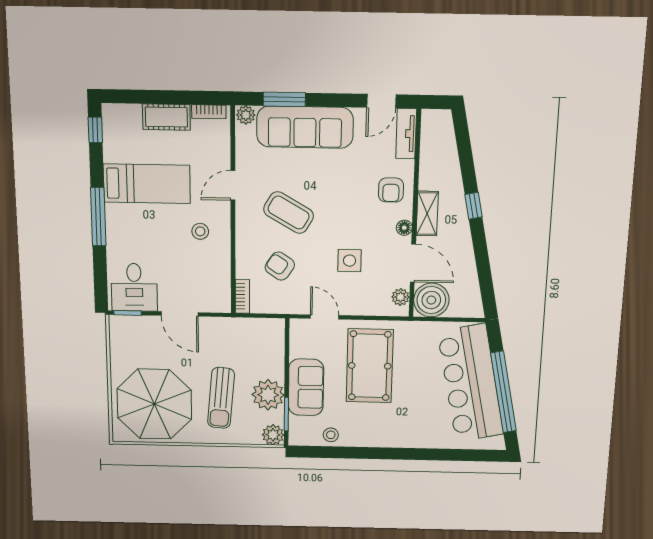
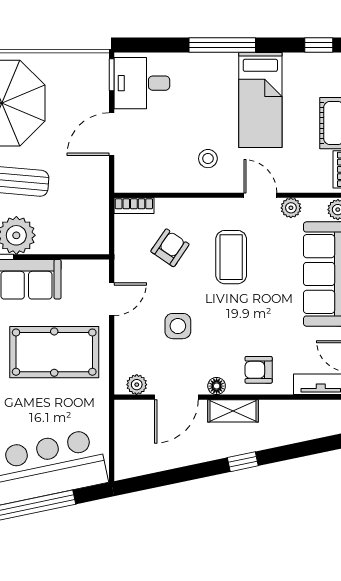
plant: (244, 158) -> (291, 208), added
coffee table: (289, 213) -> (231, 257), turned -30
boiler: (431, 300) -> (134, 420), removed

